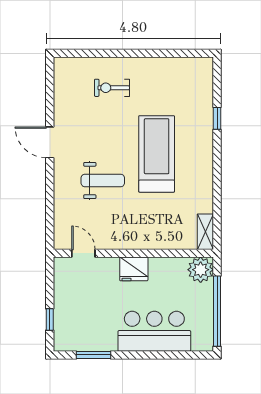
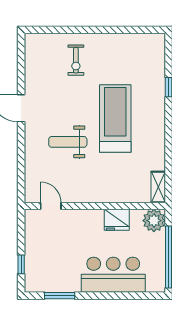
exercise bike: (112, 88) -> (76, 60), turned -90
weight bench: (103, 180) -> (68, 142), turned 180
fridge: (134, 269) -> (117, 220), moved

